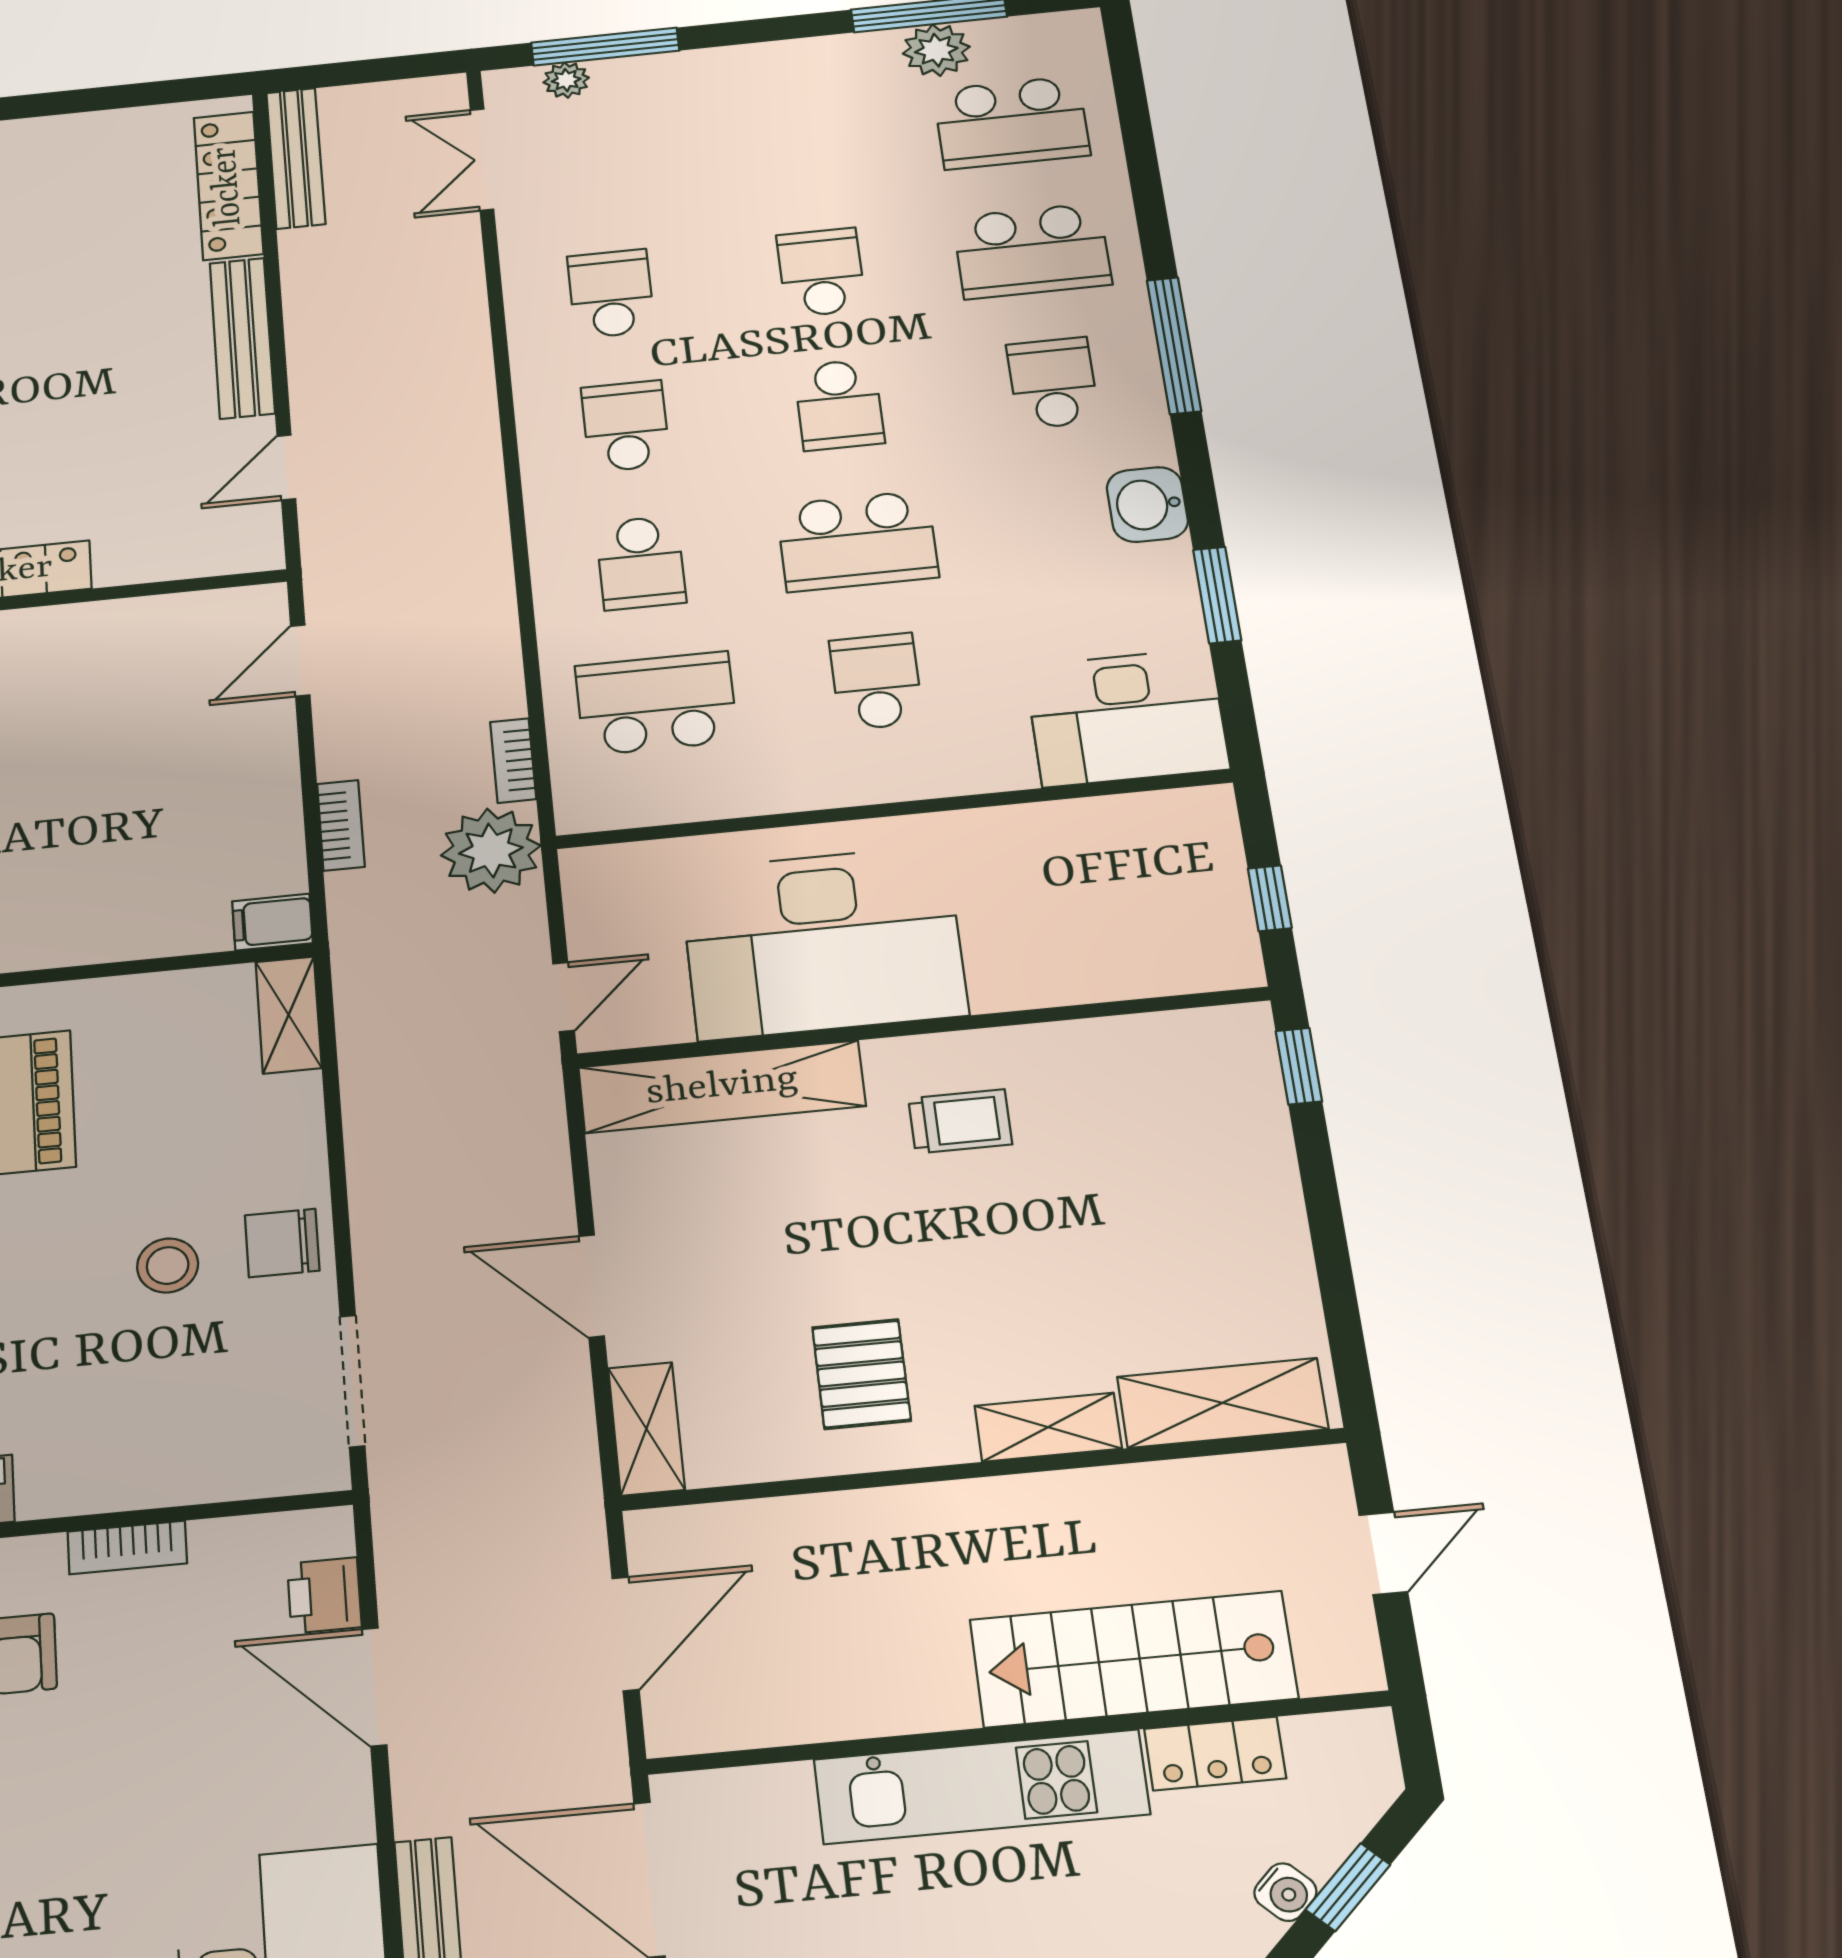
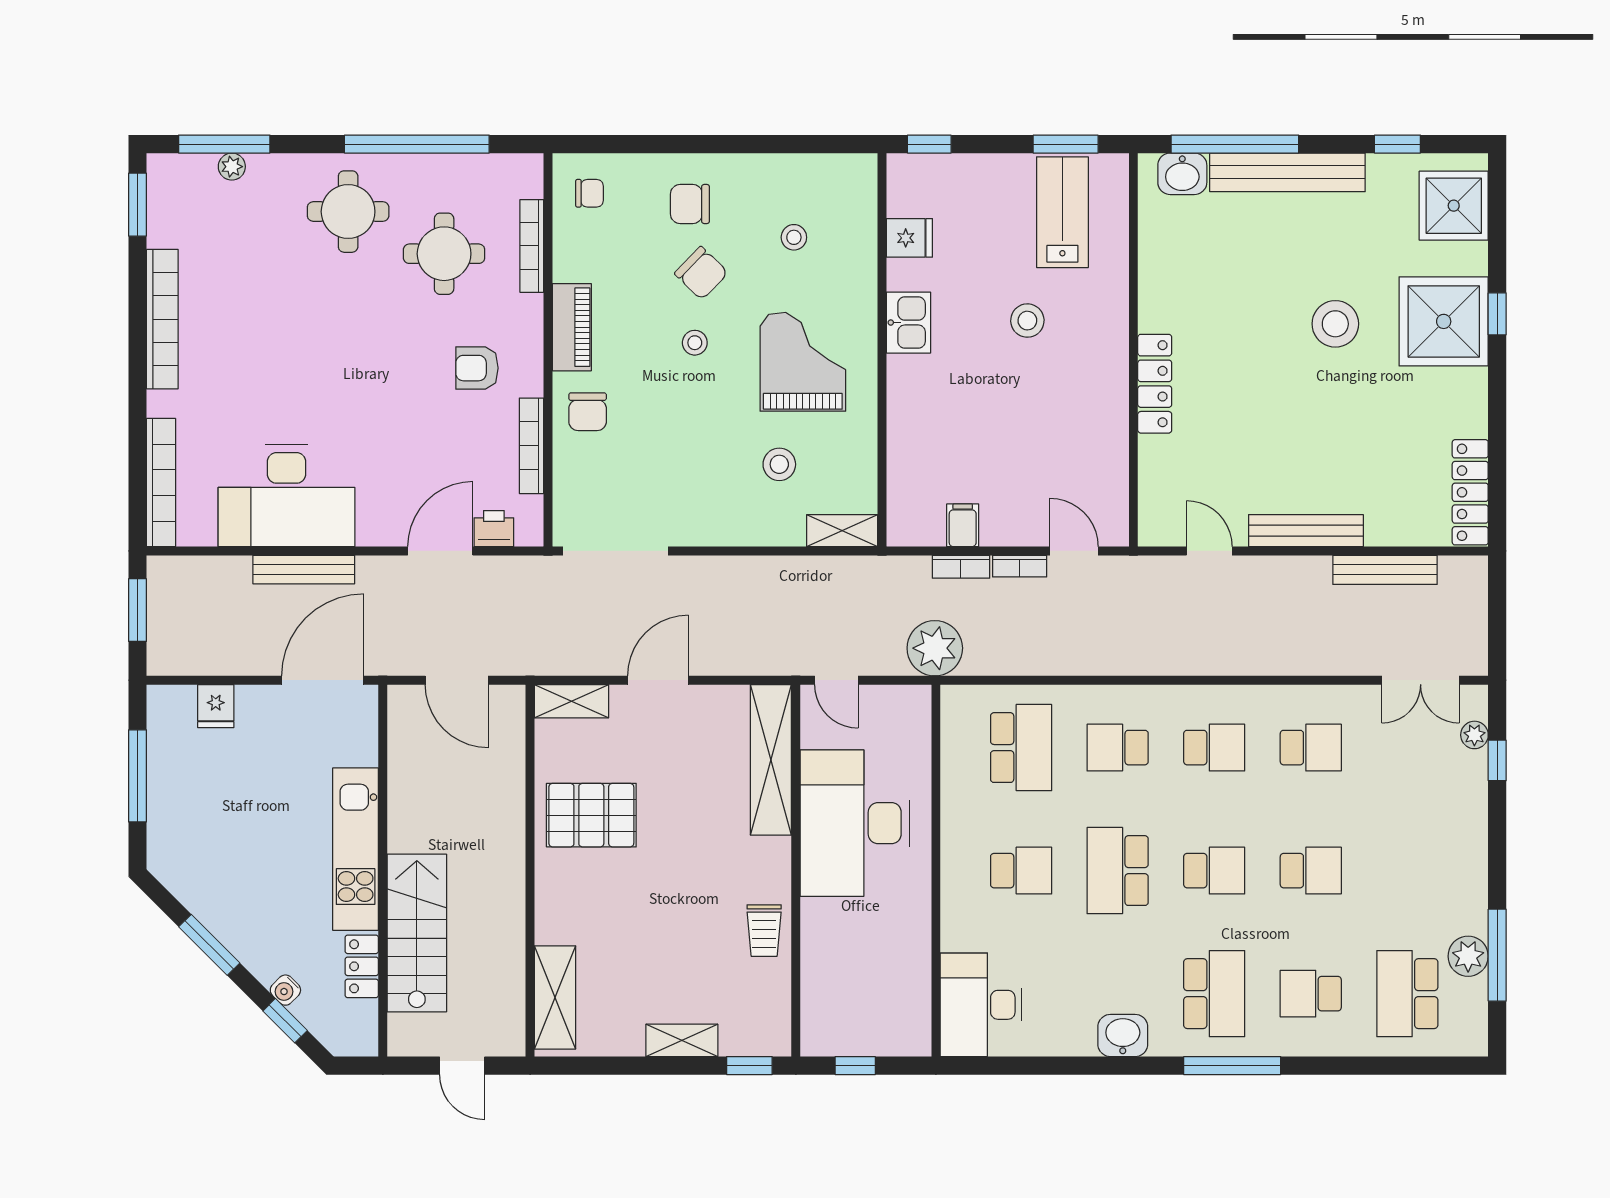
window: (605, 47) -> (1497, 760), width x0.46
bench: (296, 158) -> (1385, 570), moved
double door: (482, 159) -> (1421, 680), swing flipped
locker: (228, 186) -> (1470, 492), moved, turned -90
school desk: (1032, 251) -> (1311, 994), width x0.54
school desk: (1053, 383) -> (1214, 994), width x1.85
school desk: (839, 405) -> (1214, 871), turned 180
window: (1217, 595) -> (1056, 1066), removed
bookcase: (513, 761) -> (1020, 566), moved, turned 180
filing cabinet: (272, 922) -> (963, 525), moved
trolley: (960, 1121) -> (764, 931), moved
chair: (282, 1243) -> (588, 412), moved, turned 180
stool: (168, 1265) -> (779, 464), moved
pallet: (861, 1374) -> (591, 815), width x1.50, depth x1.42
doorway: (352, 1381) -> (615, 551), width x1.36
shelving: (1048, 1427) -> (682, 1040), moved, turned 90
bookcase: (127, 1547) -> (531, 446), width x1.56

